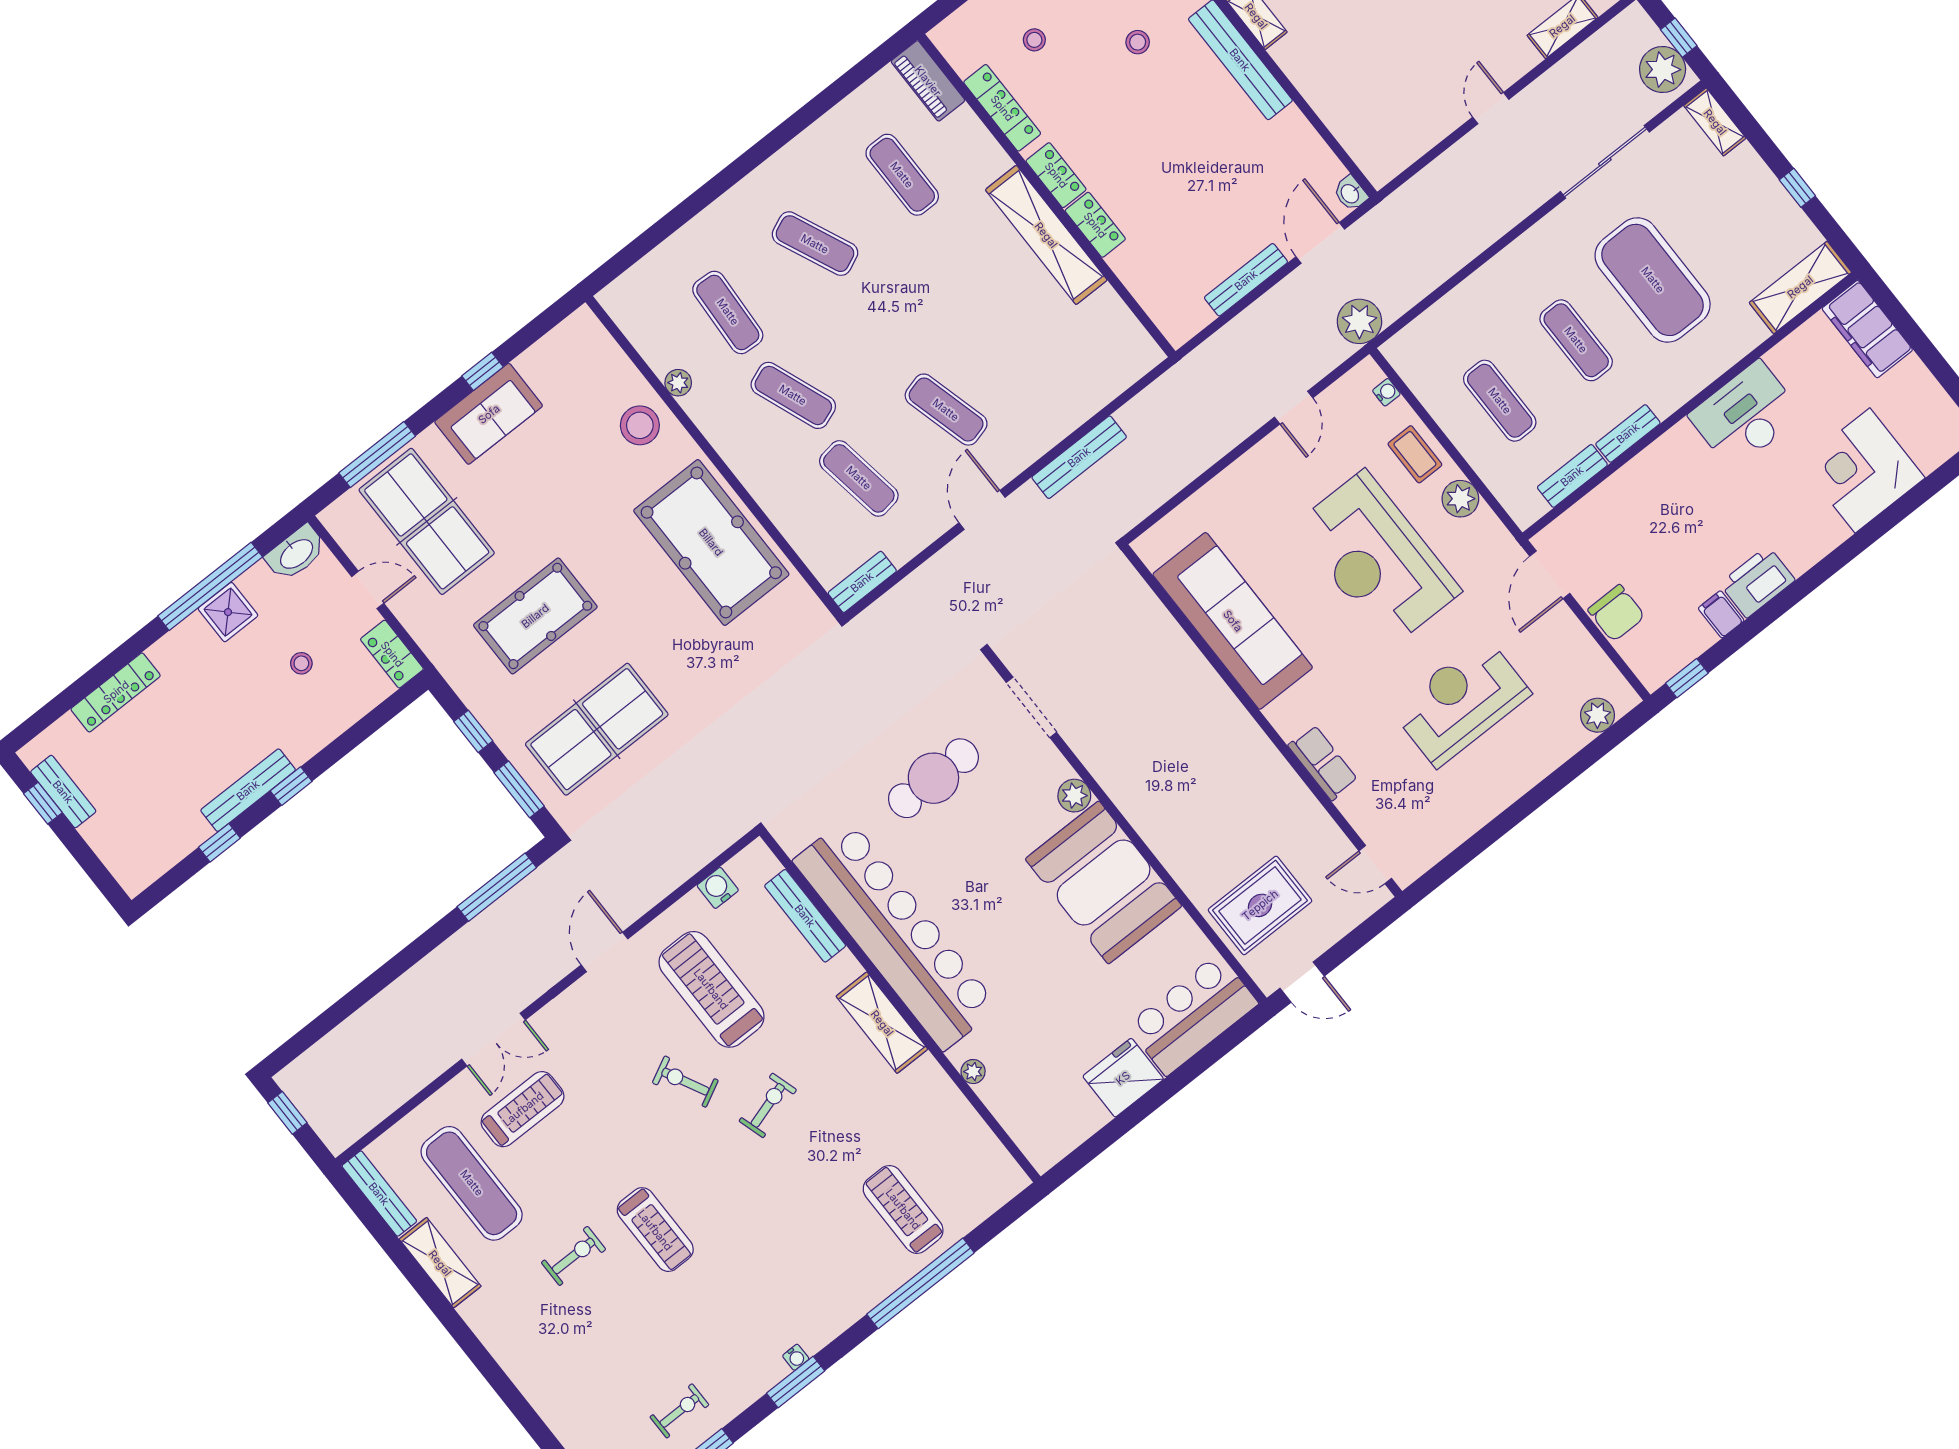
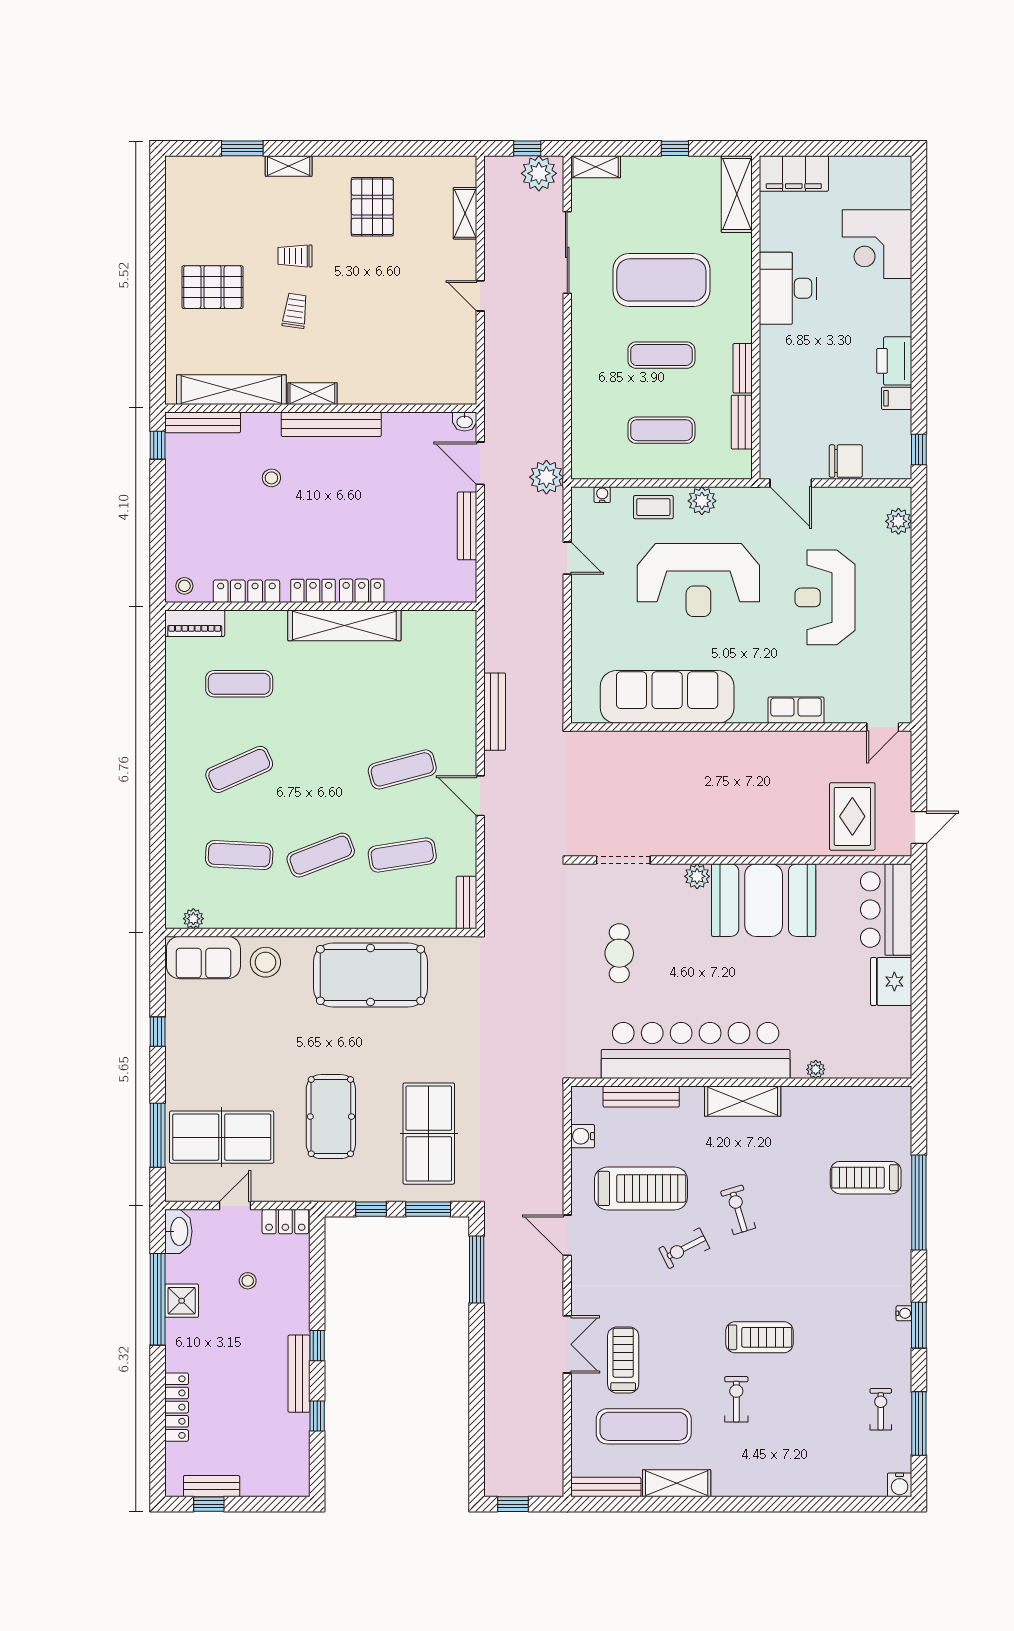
stool: (1034, 40) -> (184, 586), moved
plant: (678, 383) -> (193, 919), moved
sofa: (489, 414) -> (203, 957), moved, turned 90
cafe table: (933, 778) -> (619, 953), width x0.73, depth x0.74
treadmill: (711, 989) -> (641, 1188), turned 180

